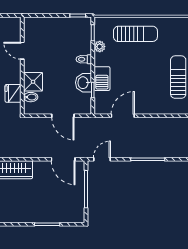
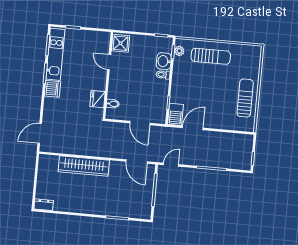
plant: (100, 47) -> (179, 51), moved
barbecue: (102, 79) -> (176, 114), moved
shower: (33, 82) -> (120, 43), moved
washbasin: (83, 83) -> (164, 61), moved

